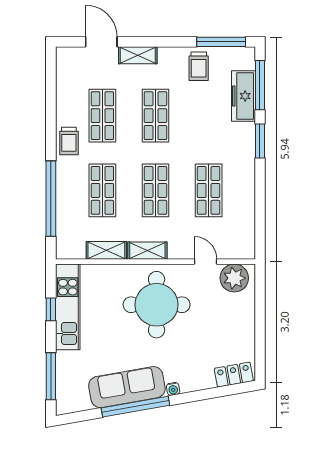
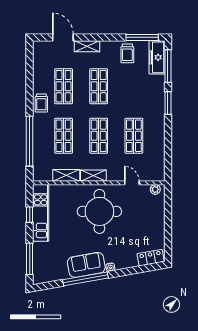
freezer: (243, 96) -> (157, 57), moved
plant: (234, 278) -> (155, 189), width x0.53, depth x0.53
sofa: (127, 387) -> (86, 265), width x0.73

